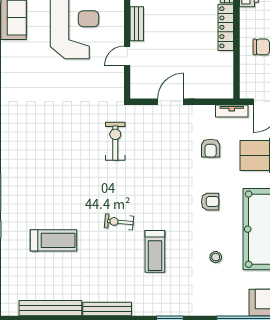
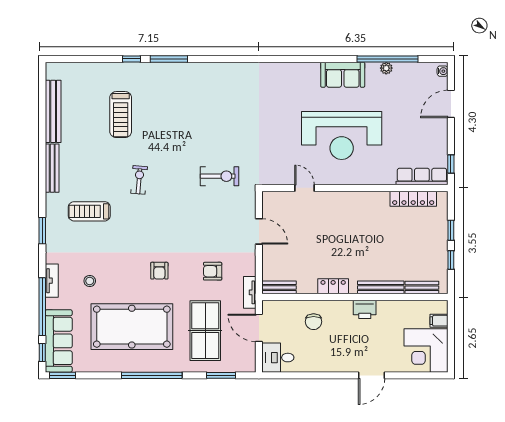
bench: (137, 24) -> (279, 287), moved
locker: (226, 27) -> (333, 286), width x0.66
treadmill: (155, 251) -> (89, 211), moved
stool: (216, 257) -> (90, 281), moved
tv unit: (220, 309) -> (52, 281), added

